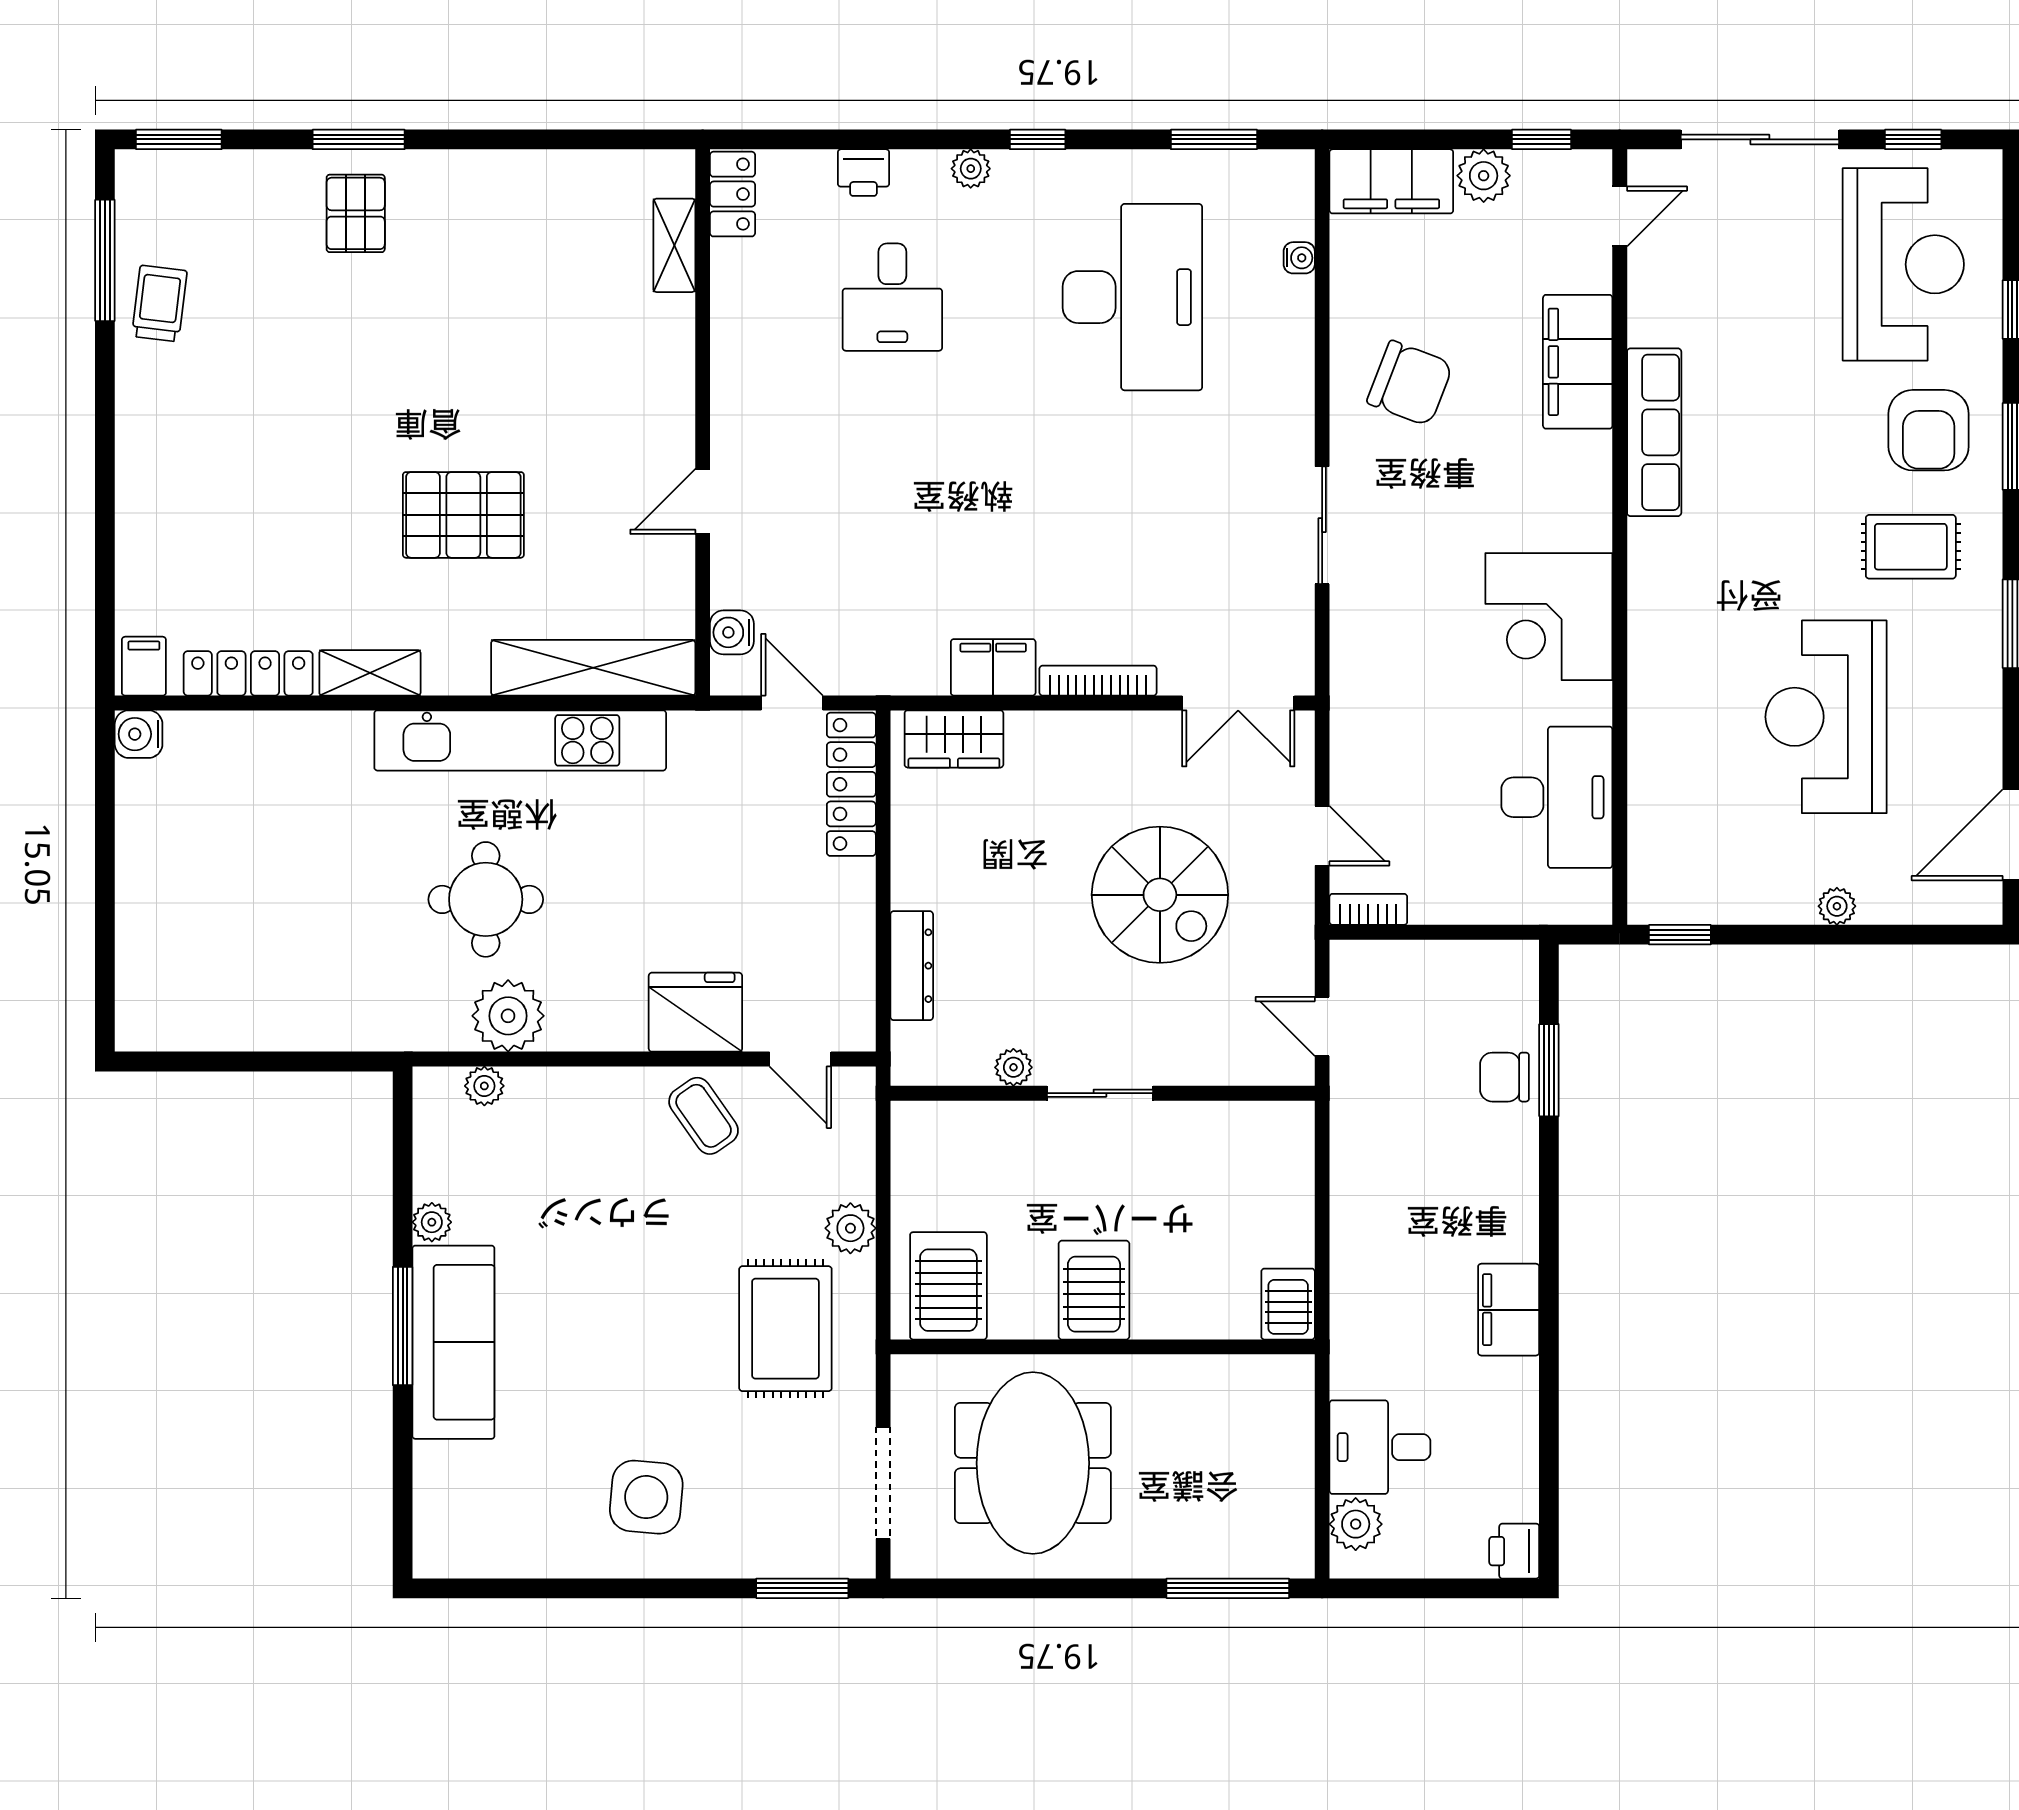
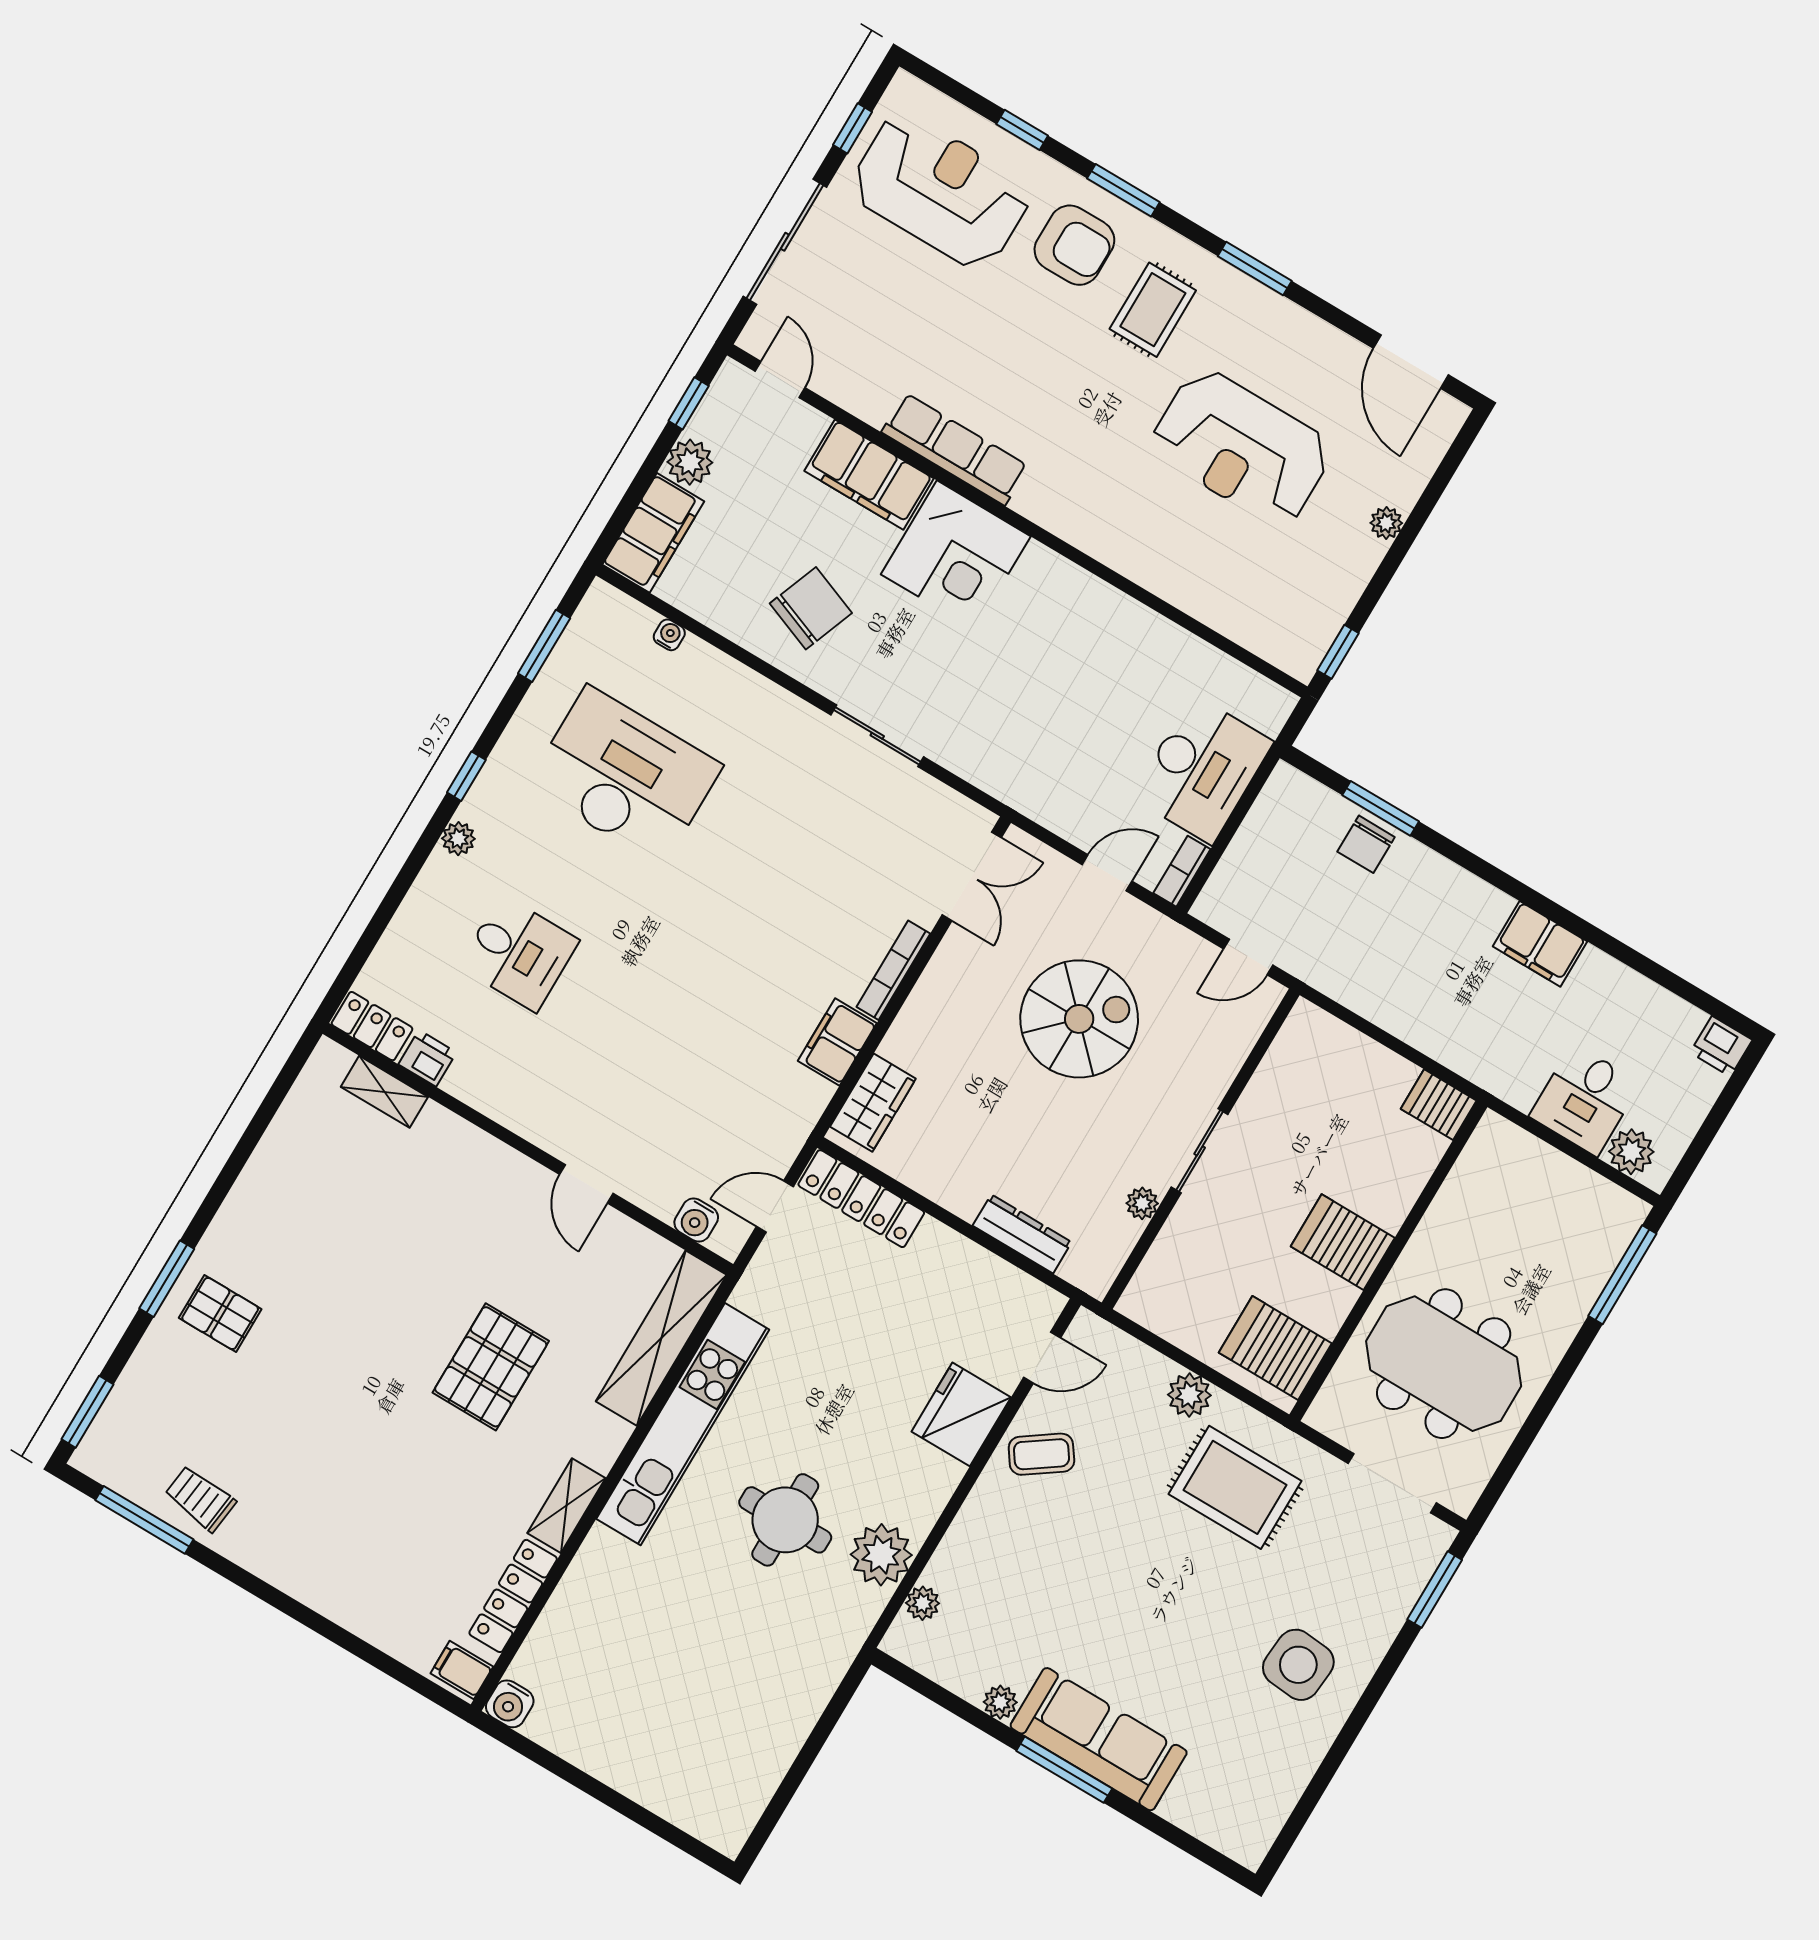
printer: (863, 173) -> (427, 1058), moved, turned -90
corner desk: (1549, 617) -> (956, 555), moved
desk: (1557, 797) -> (1202, 770), moved, turned 90

